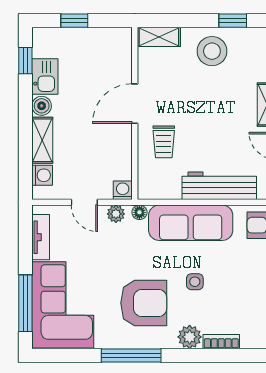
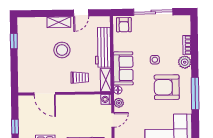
shelving: (159, 37) -> (106, 80), moved
stool: (212, 51) -> (62, 50), moved
door: (135, 104) -> (45, 94), moved
sofa: (191, 223) -> (123, 68), width x0.73
armchair: (144, 303) -> (167, 87), turned -90

